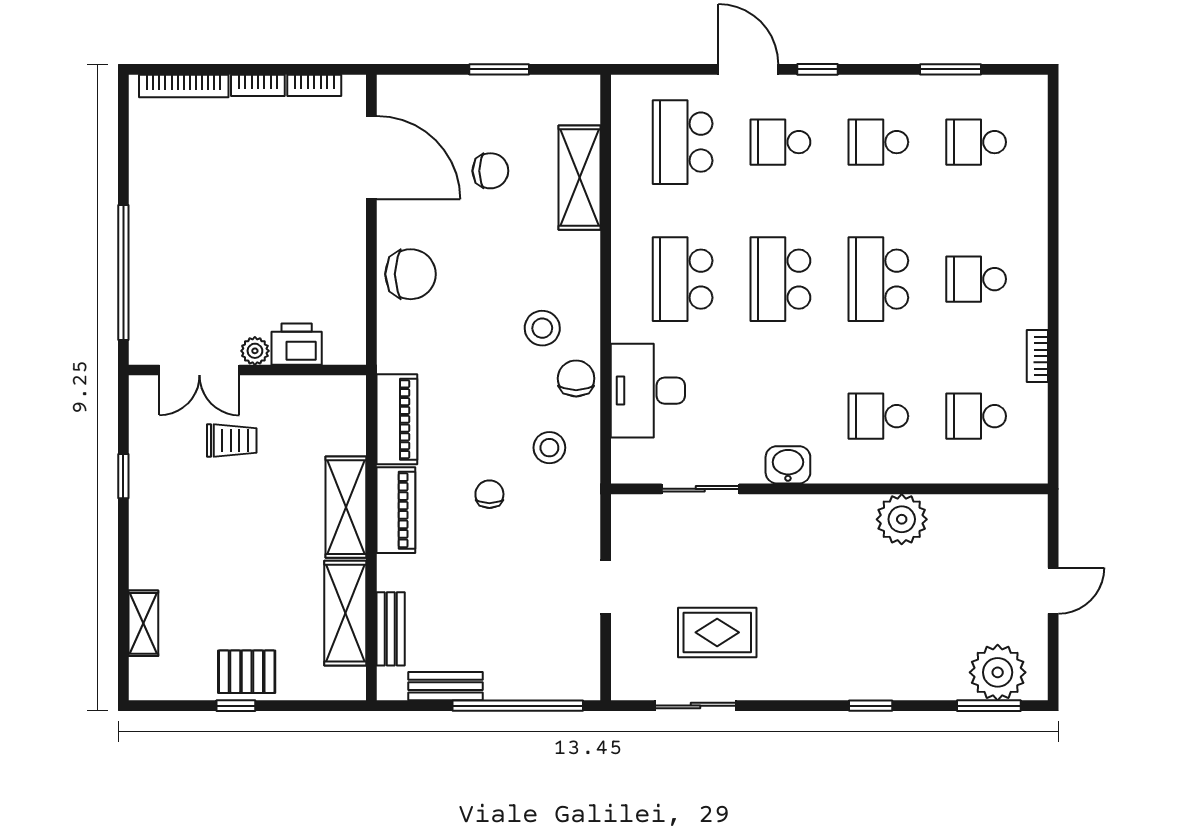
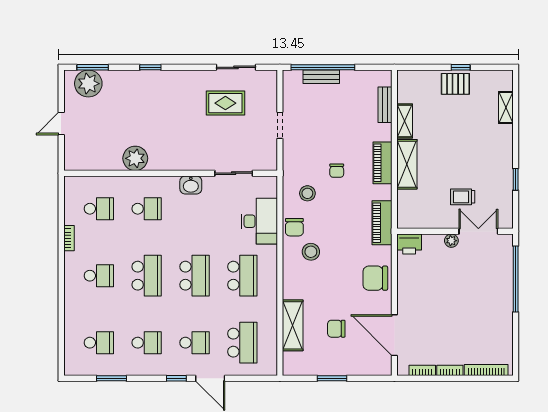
printer: (297, 344) -> (409, 244), moved
piano: (397, 419) -> (382, 223), moved
shelving: (345, 613) -> (405, 121), width x0.67, depth x0.75
bench: (446, 686) -> (321, 77), moved

